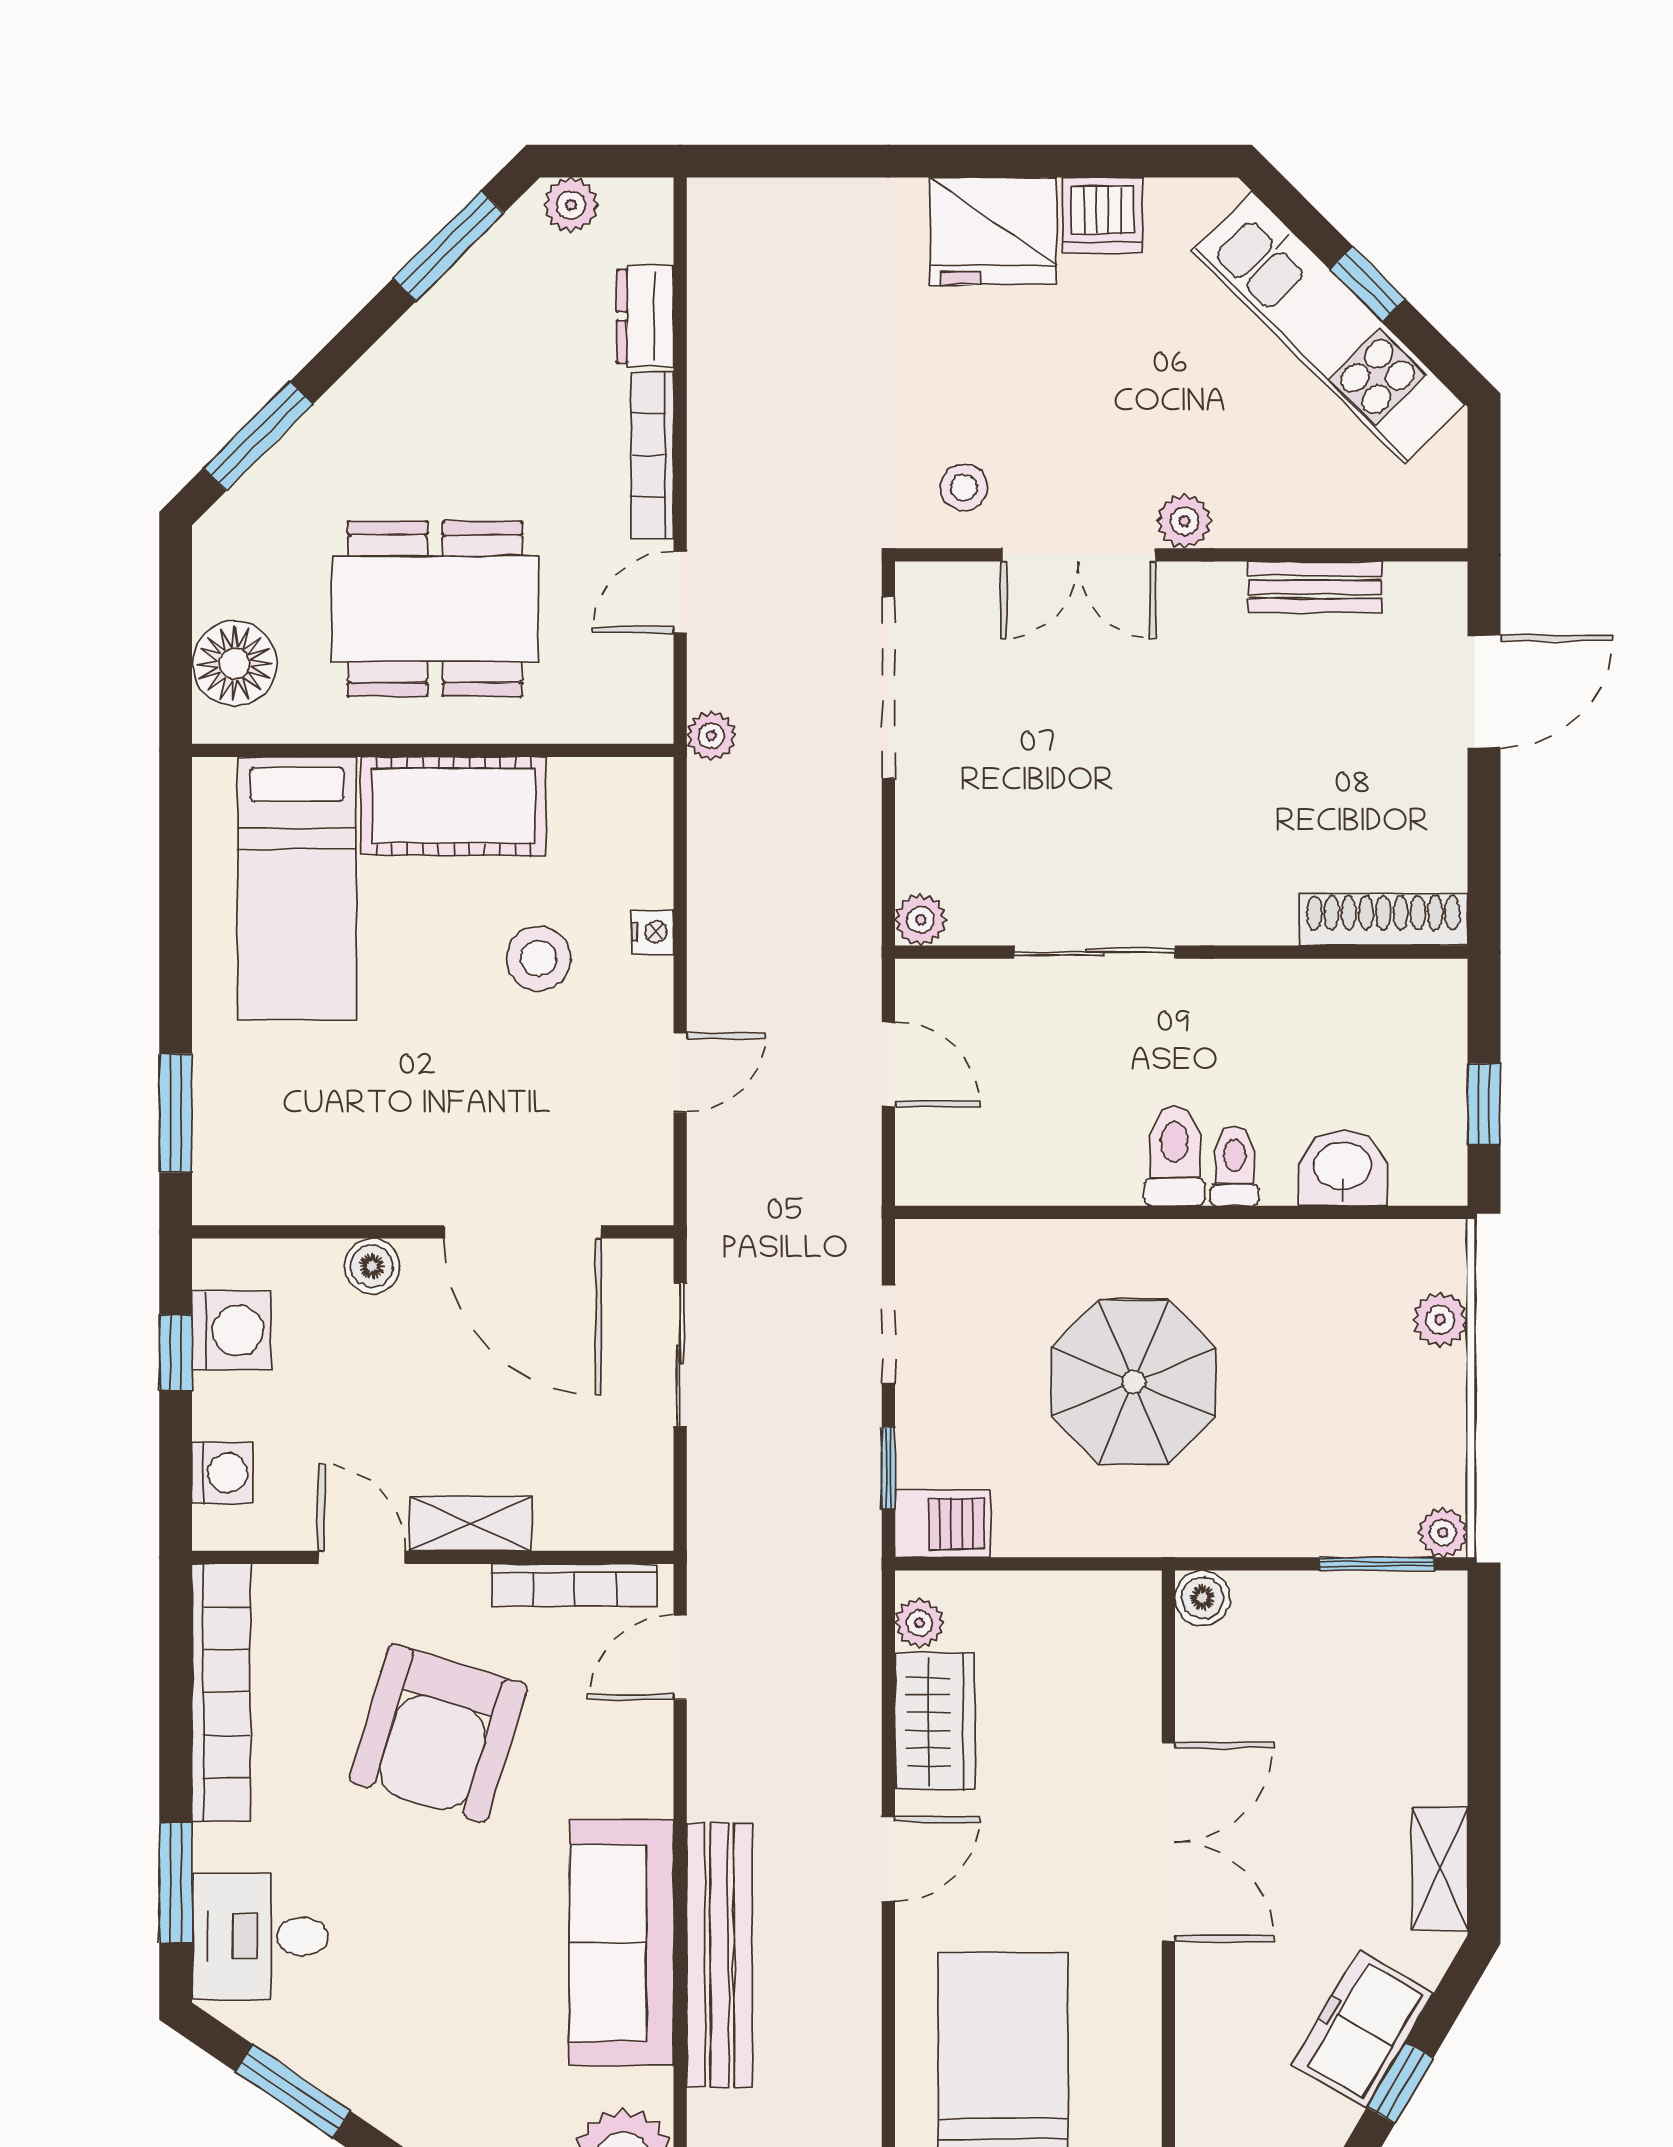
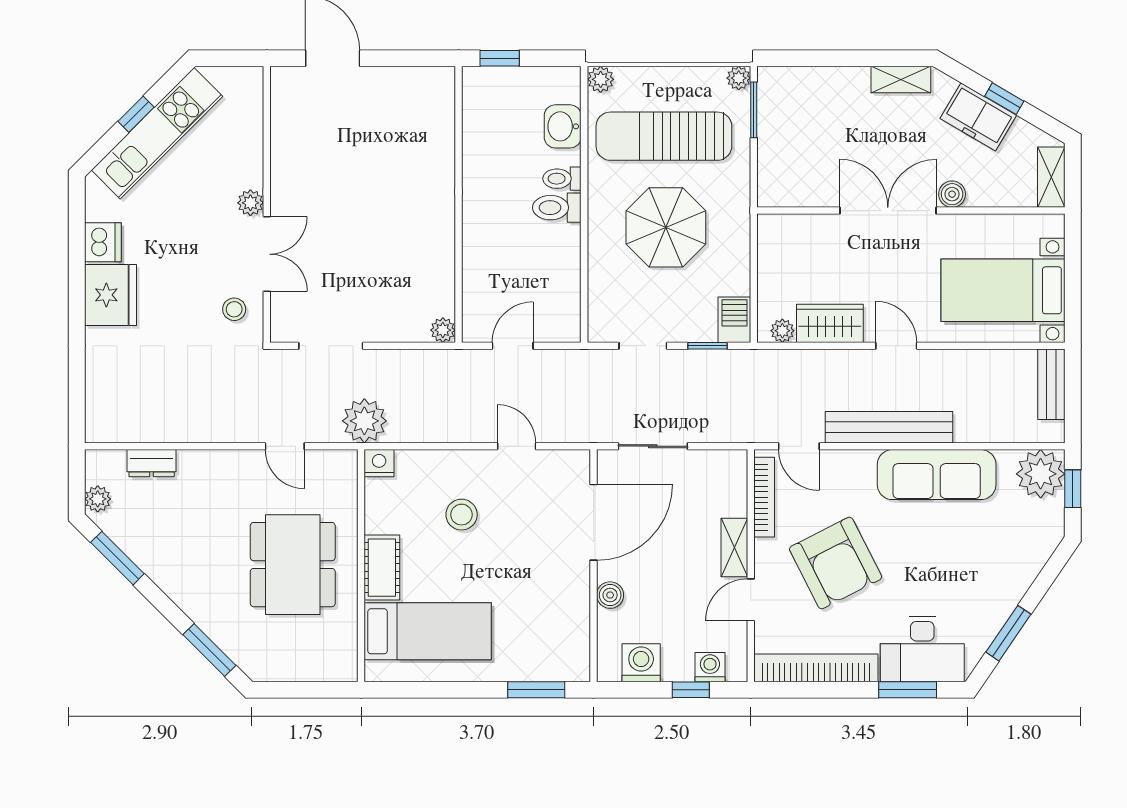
bookcase: (652, 455) -> (219, 460), removed
bench: (1315, 587) -> (282, 140), removed
floor lamp: (234, 664) -> (319, 661), removed
doorway: (888, 688) -> (331, 346), width x0.73
plant: (711, 736) -> (364, 421), width x1.87, depth x1.87
cot: (454, 806) -> (382, 568), width x0.73, depth x0.75
shoe rack: (1383, 919) -> (443, 107), removed
nightstand: (653, 932) -> (379, 463), moved, width x1.39, depth x1.35
sliding door: (1095, 952) -> (458, 246), removed
window: (1484, 1104) -> (500, 58), moved
plant: (1440, 1320) -> (601, 79), moved
window: (176, 1353) -> (691, 690), moved
sun lounger: (1322, 1378) -> (664, 136), added
boiler: (1202, 1598) -> (952, 194), moved
armchair: (438, 1733) -> (836, 563), turned 46
desk: (260, 1936) -> (922, 649), width x1.37
bench: (719, 1955) -> (889, 427), moved

